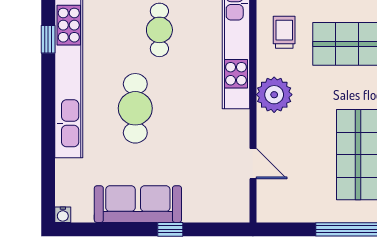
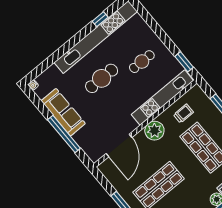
door: (253, 164) -> (119, 145), width x1.87
window: (170, 229) -> (64, 134), width x3.17

